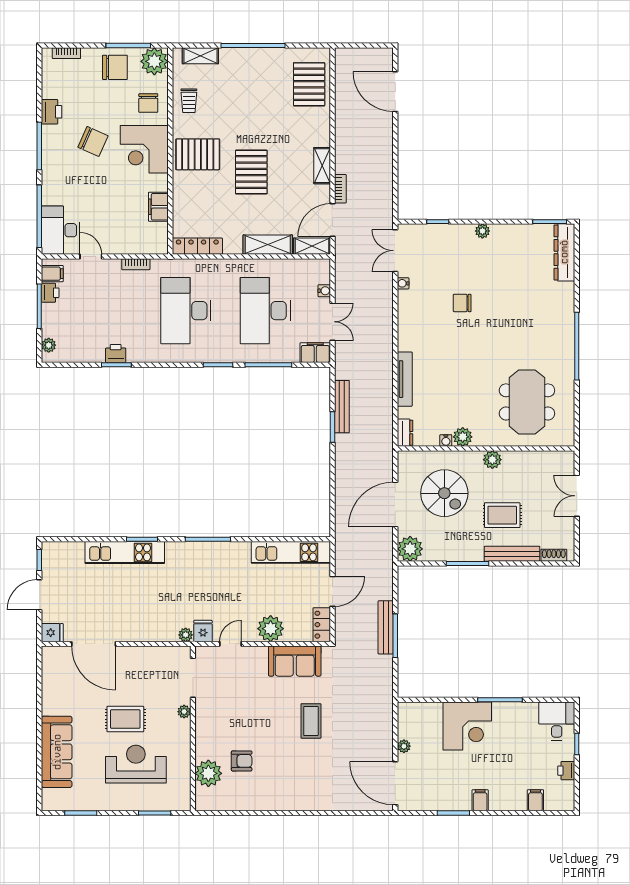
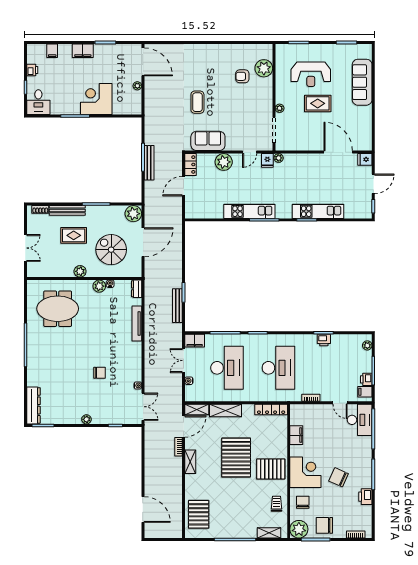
pallet: (251, 172) -> (236, 458), width x1.37, depth x1.41
meeting table: (527, 402) -> (58, 309), turned 90
kitchen unit: (291, 552) -> (249, 211), moved
filing cabinet: (480, 800) -> (83, 51), width x2.00

